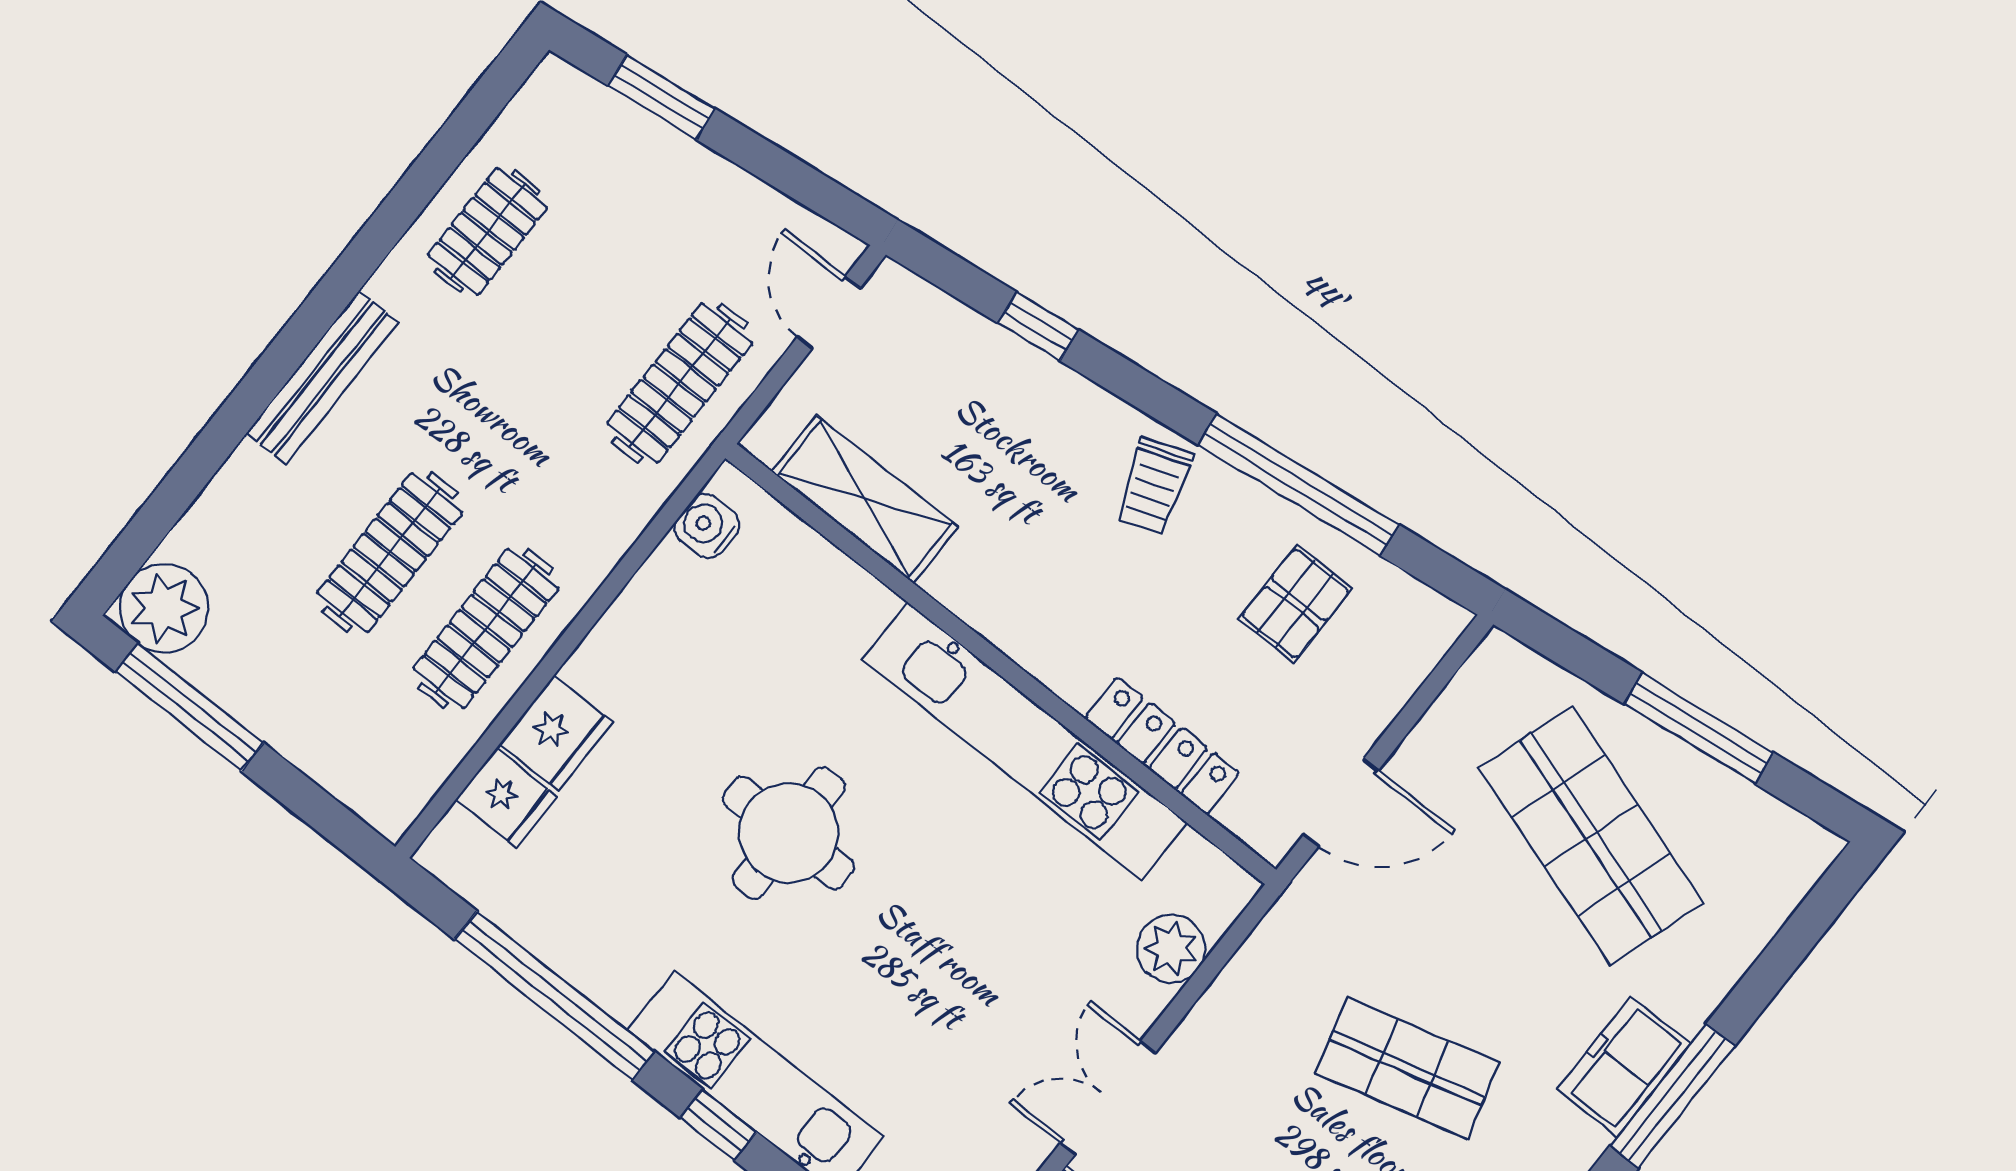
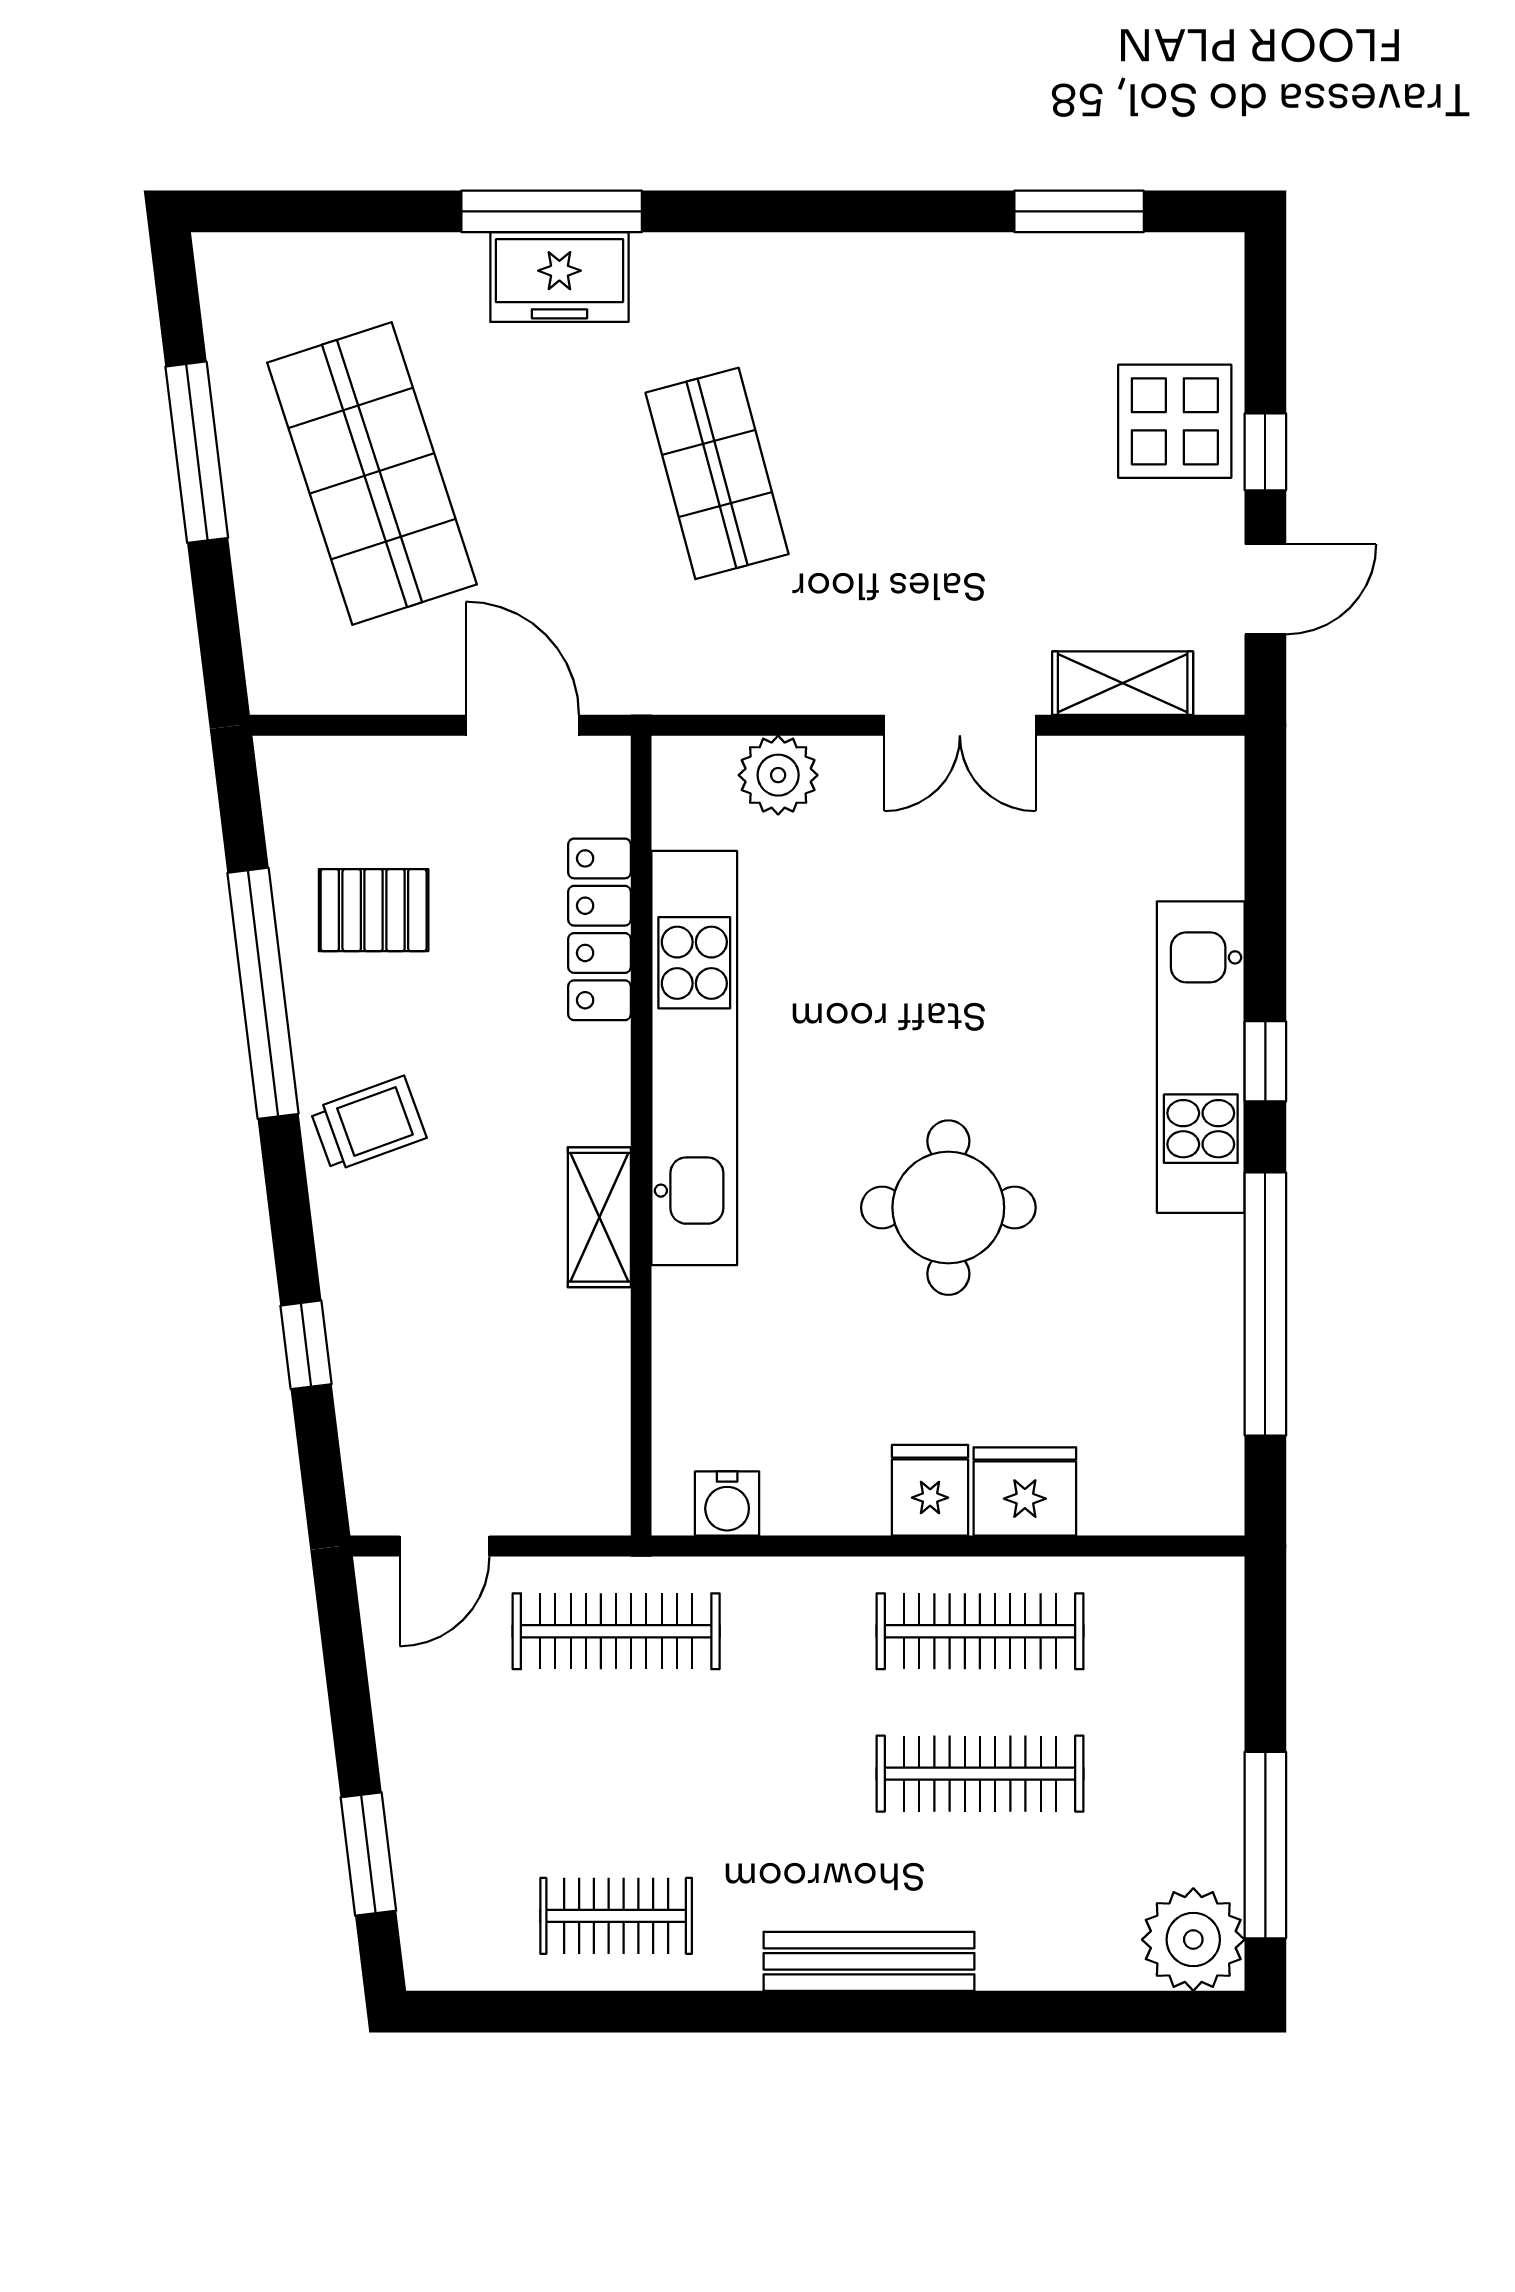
shelving: (865, 499) -> (599, 1217), moved, width x0.67, depth x0.75
fridge: (506, 798) -> (930, 1490), moved
shop shelf: (1591, 835) -> (372, 473), turned -36

